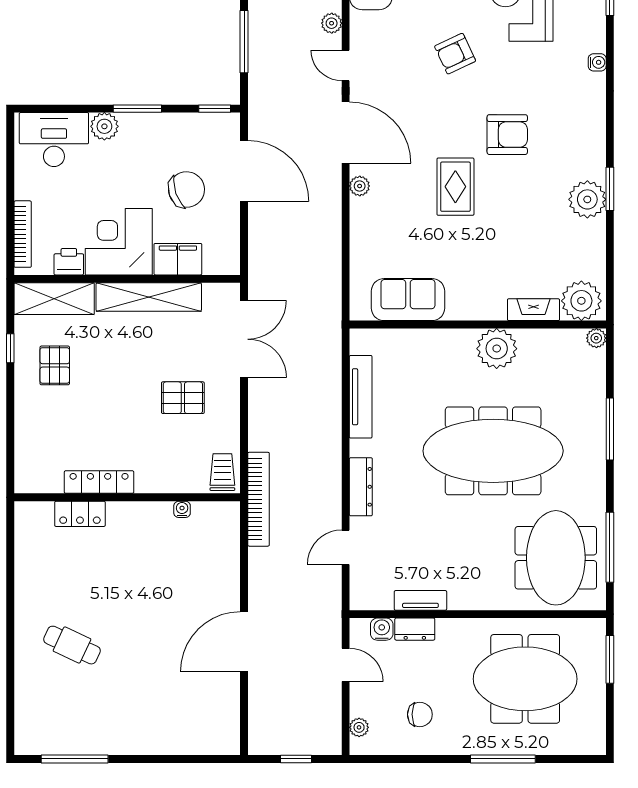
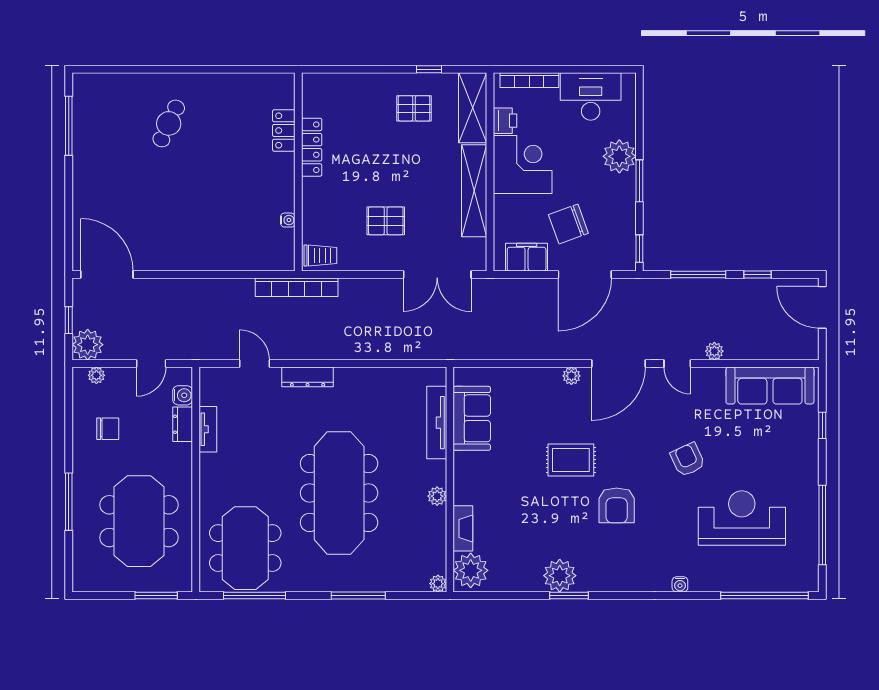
door: (346, 65) -> (677, 364), swing flipped
plant: (104, 126) -> (619, 156), width x1.36, depth x1.36
desk: (54, 140) -> (591, 96), moved, turned -90
chair: (186, 190) -> (568, 224), turned 89
filing cabinet: (178, 259) -> (527, 257), moved, turned -90
plant: (497, 349) -> (437, 496), width x0.53, depth x0.53
tv unit: (361, 397) -> (437, 423), moved, turned 90
pallet: (183, 398) -> (386, 221), turned 90
meeting table: (556, 558) -> (245, 548), turned 90
door: (244, 642) -> (107, 274), moved
chair: (420, 714) -> (108, 429), turned -90
plant: (324, 737) -> (88, 345), added

